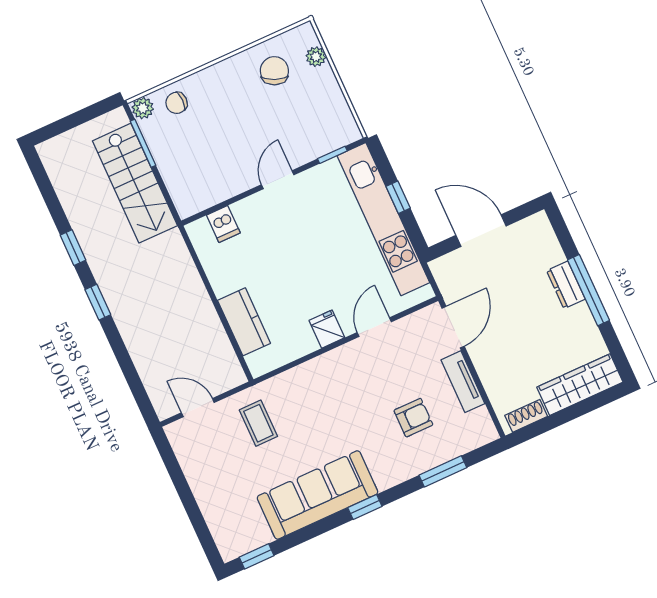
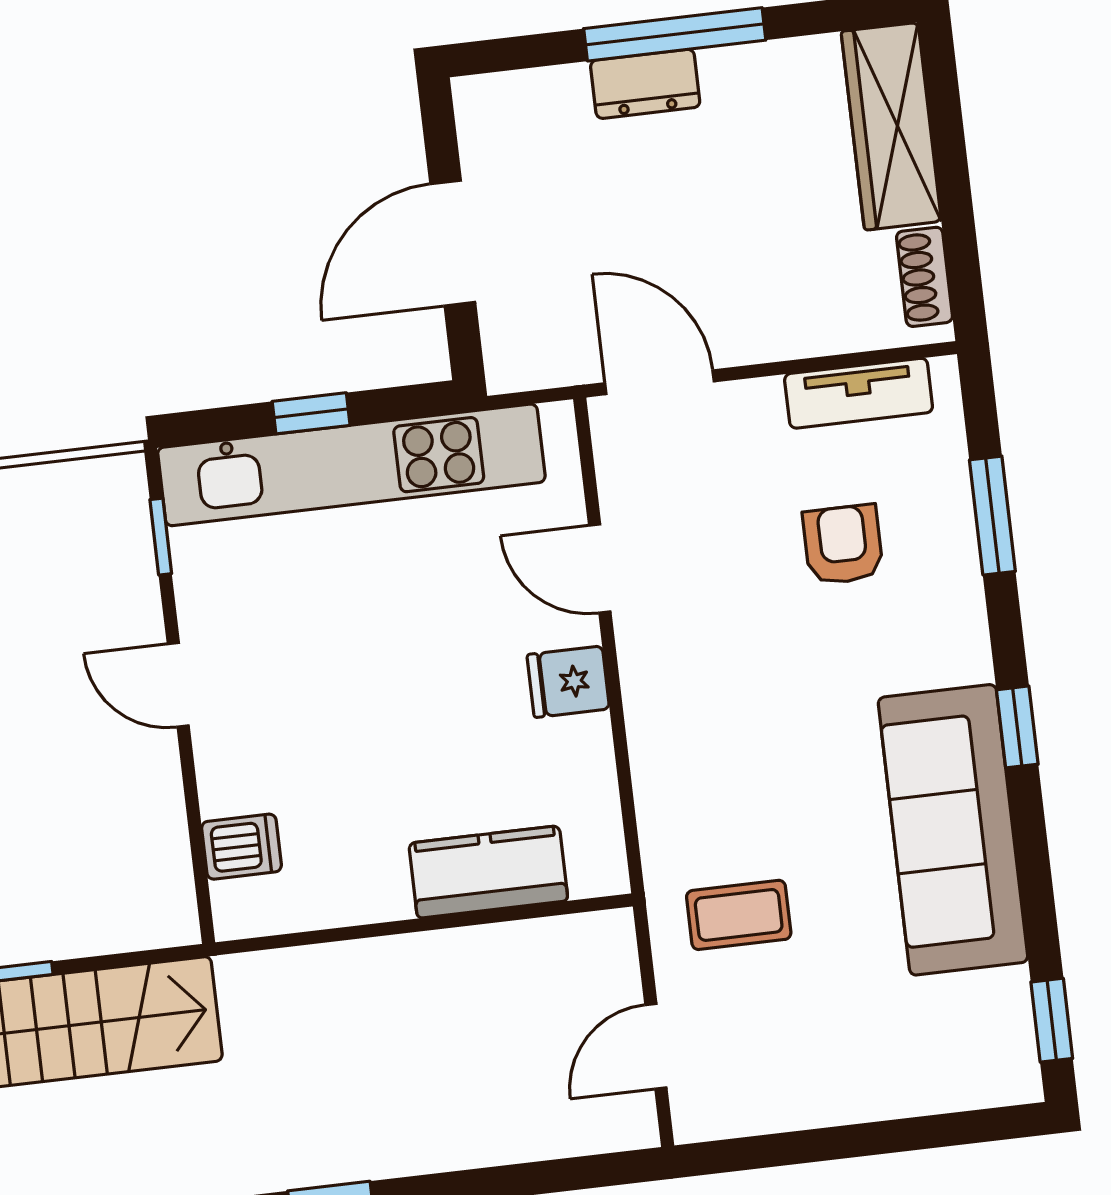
tv unit: (463, 382) -> (859, 393), moved

